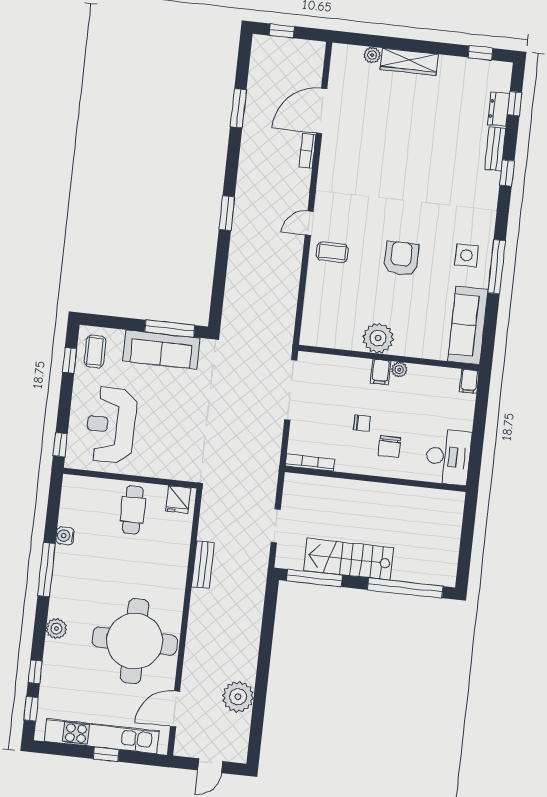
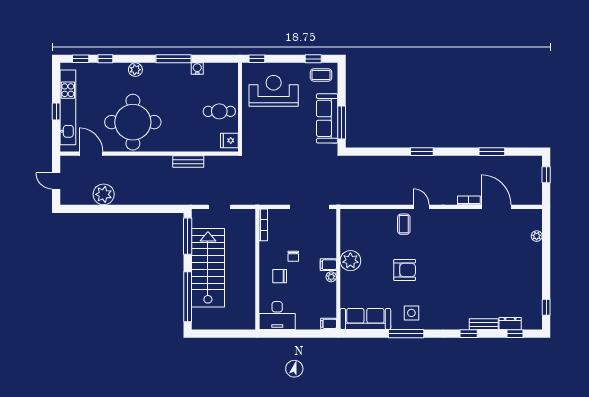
wardrobe: (409, 62) -> (535, 261), removed
stairs: (349, 559) -> (208, 268), width x1.36, depth x1.51

